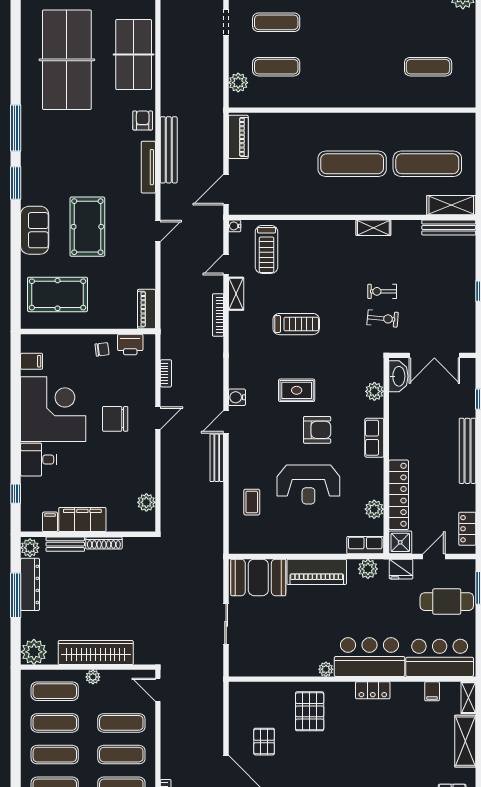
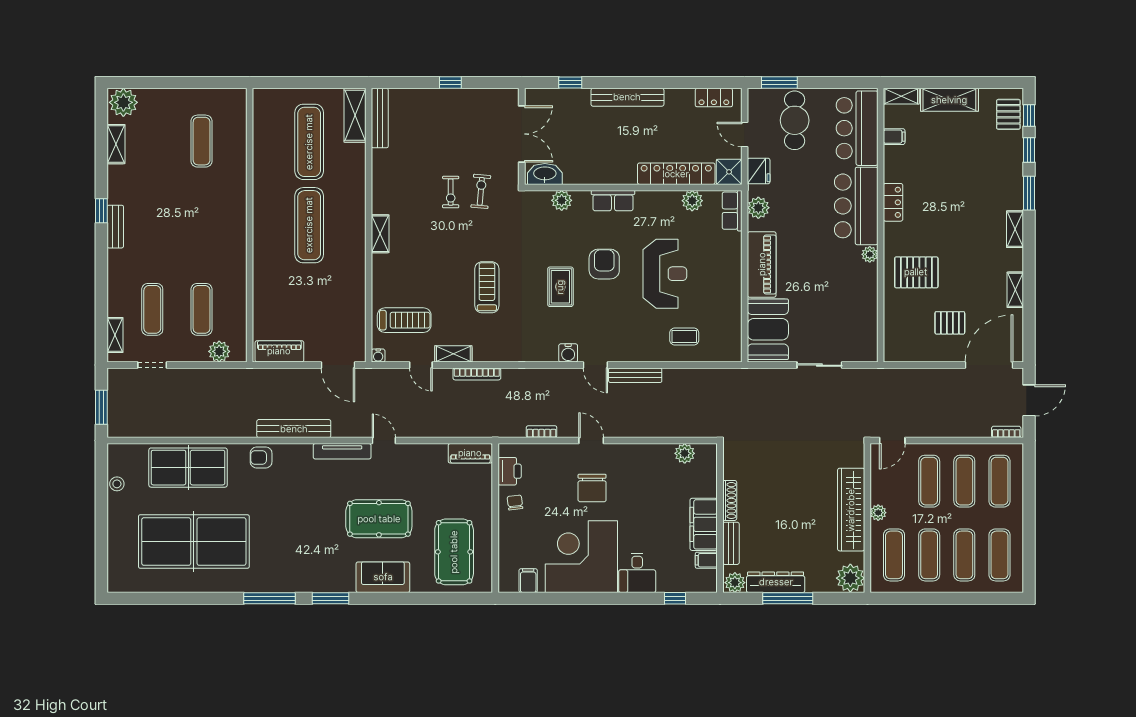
tv unit: (148, 167) -> (342, 451), moved
shelving: (373, 228) -> (380, 234), moved

